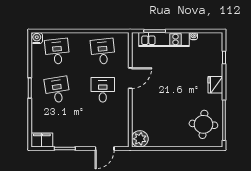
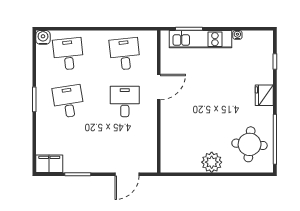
plant: (140, 139) -> (212, 162), moved

